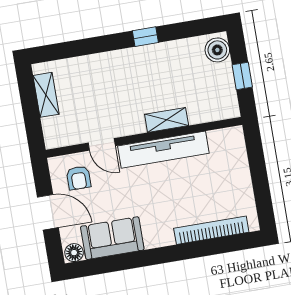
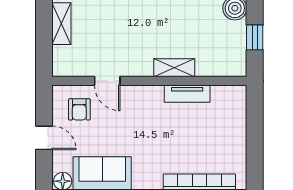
tv unit: (163, 150) -> (187, 94), width x0.52, depth x0.78
door: (48, 212) -> (44, 138), width x0.73

